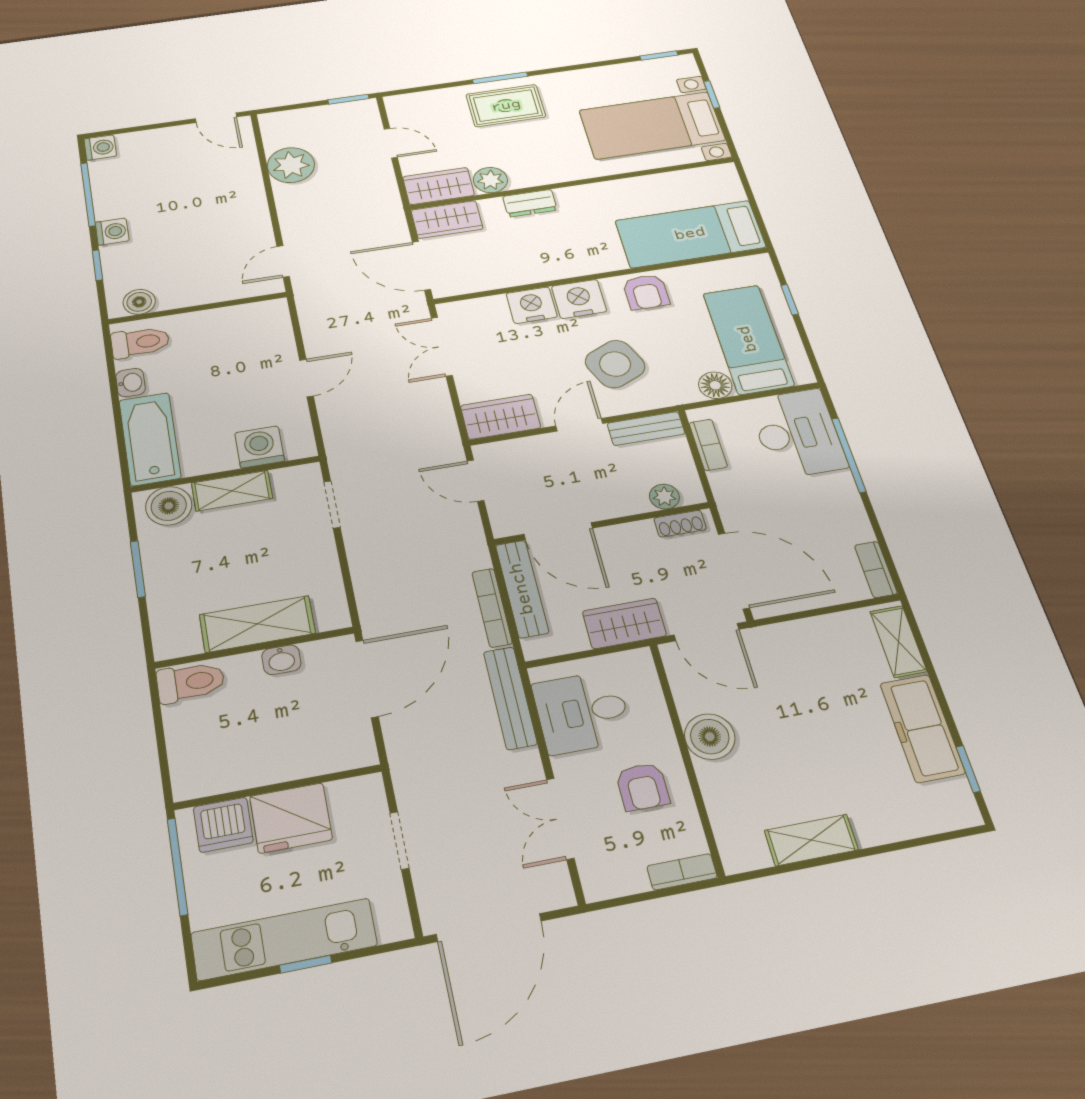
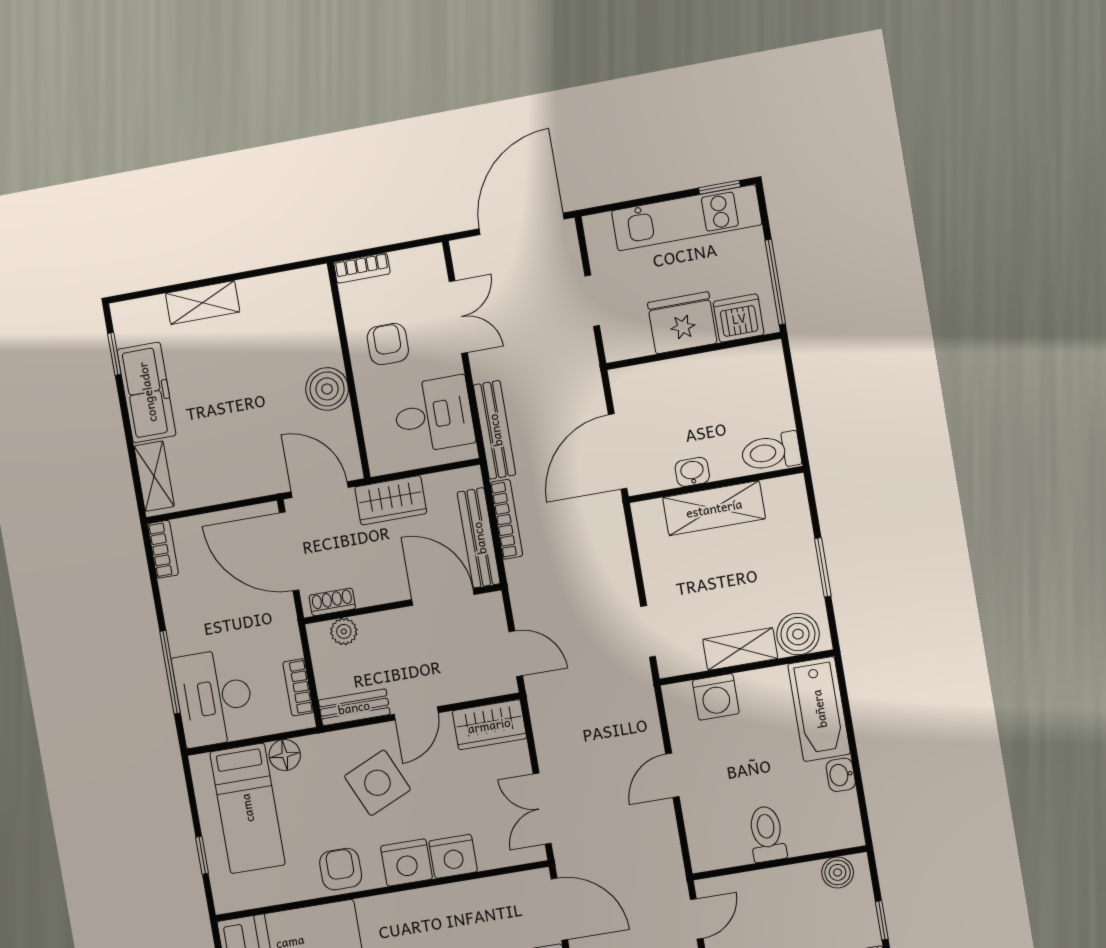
toilet: (140, 342) -> (767, 834), moved, turned 90
double door: (442, 347) -> (542, 809), swing flipped
shelving: (811, 840) -> (203, 303), moved
window: (306, 964) -> (719, 187), moved

